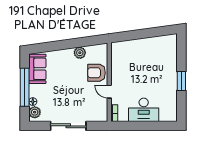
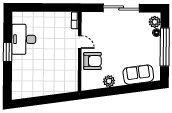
sofa: (37, 69) -> (138, 75), moved, turned 82
desk: (144, 110) -> (24, 39), moved, turned -90

